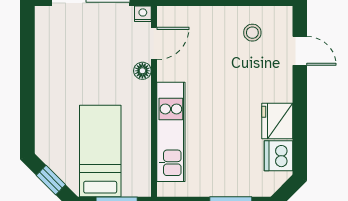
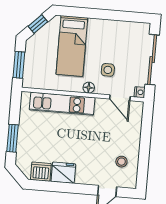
side table: (113, 66) -> (108, 70), added
floor lamp: (142, 71) -> (89, 88), moved
bed: (100, 151) -> (72, 46), moved, turned 90

